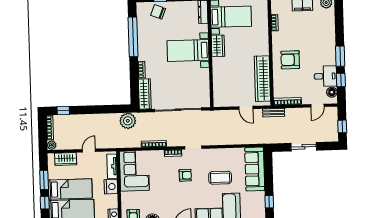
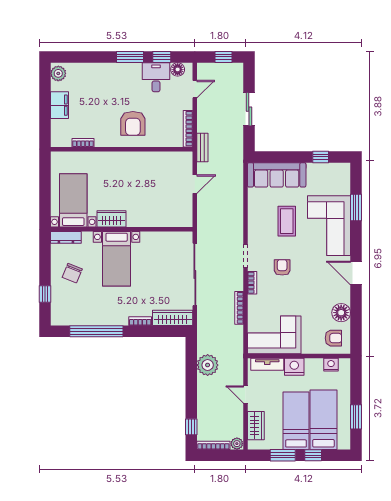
chair: (158, 12) -> (72, 273), moved
wardrobe: (262, 79) -> (157, 161), removed
door: (317, 106) -> (195, 89), hinge flipped
plant: (128, 121) -> (208, 365), moved

